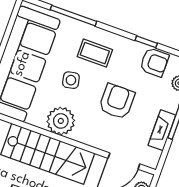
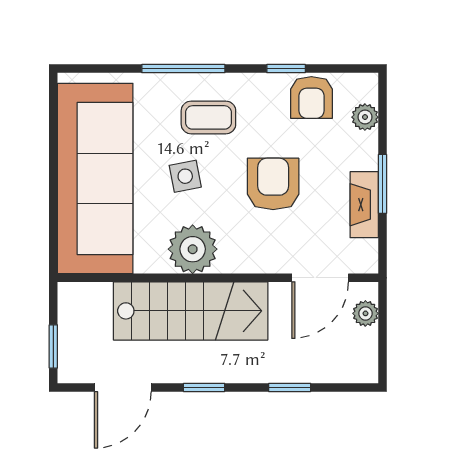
window: (73, 16) -> (183, 69), moved
armchair: (154, 62) -> (311, 97), turned 90

